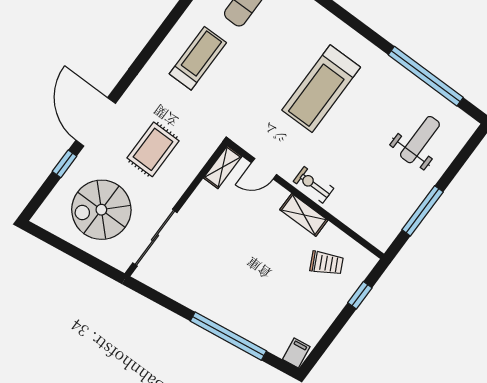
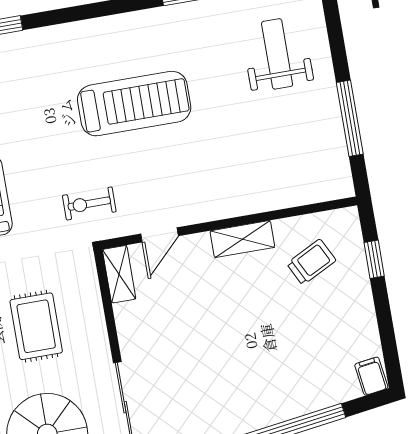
treadmill: (321, 89) -> (134, 104), turned -90
exercise bike: (313, 185) -> (89, 204), moved

